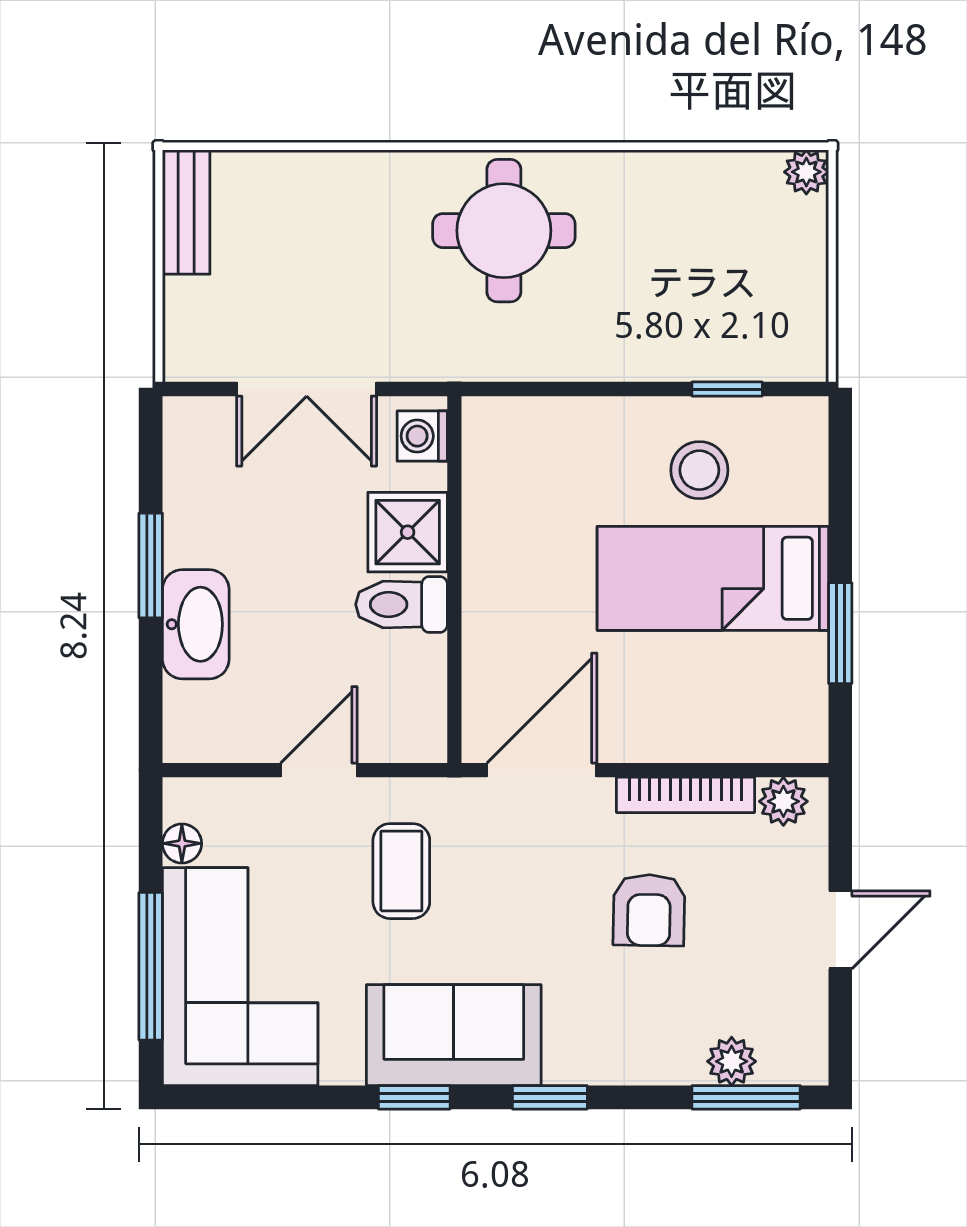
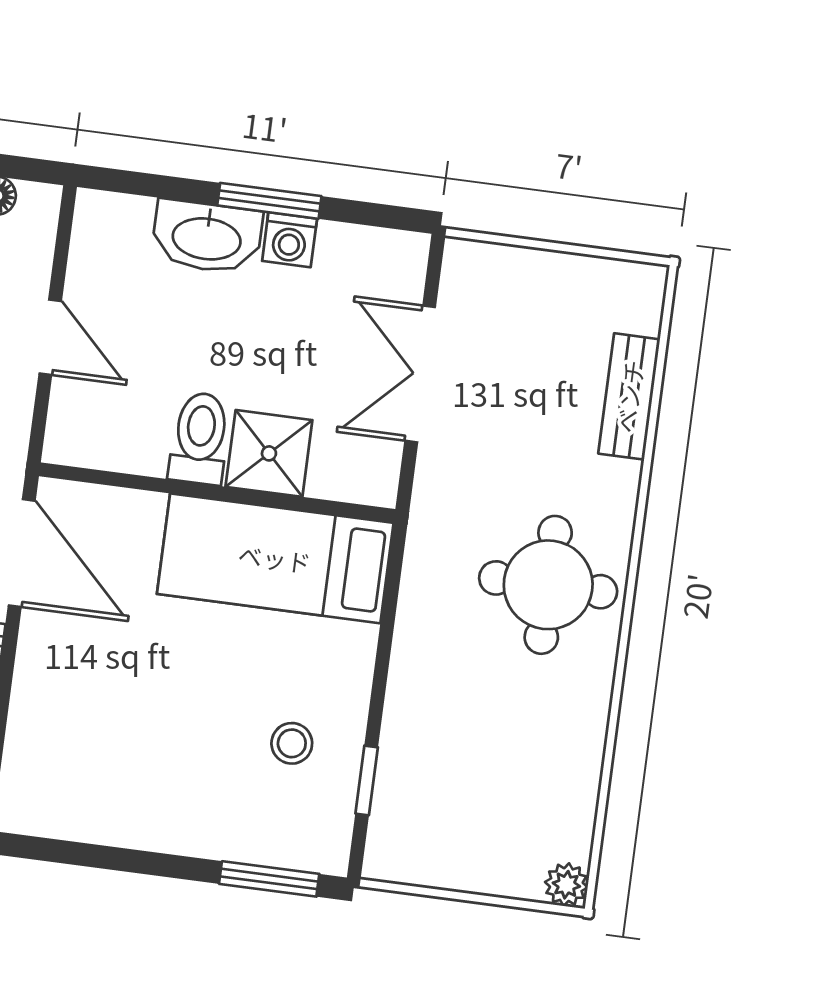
bench: (186, 212) -> (629, 396), moved, turned 90
washing machine: (422, 436) -> (290, 240), moved, turned 180
stool: (699, 470) -> (292, 743), width x0.73, depth x0.73
bed: (713, 578) -> (275, 558), moved, turned -90
window: (840, 633) -> (269, 879), moved

